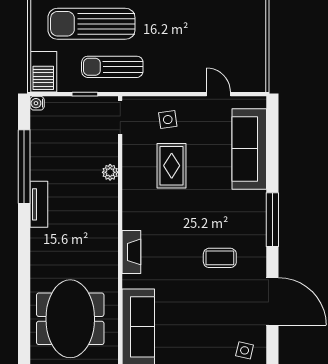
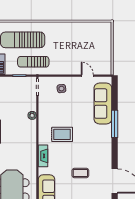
rug: (172, 166) -> (62, 134), moved, turned 90
window: (272, 220) -> (115, 124), moved
coffee table: (220, 258) -> (80, 173), moved

